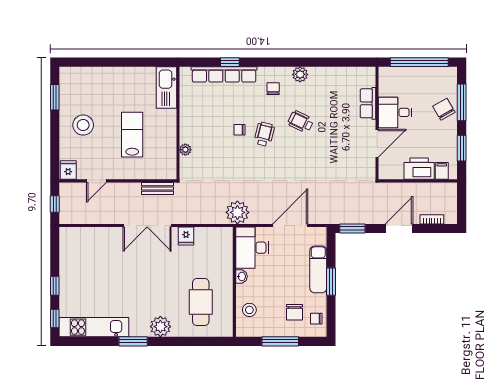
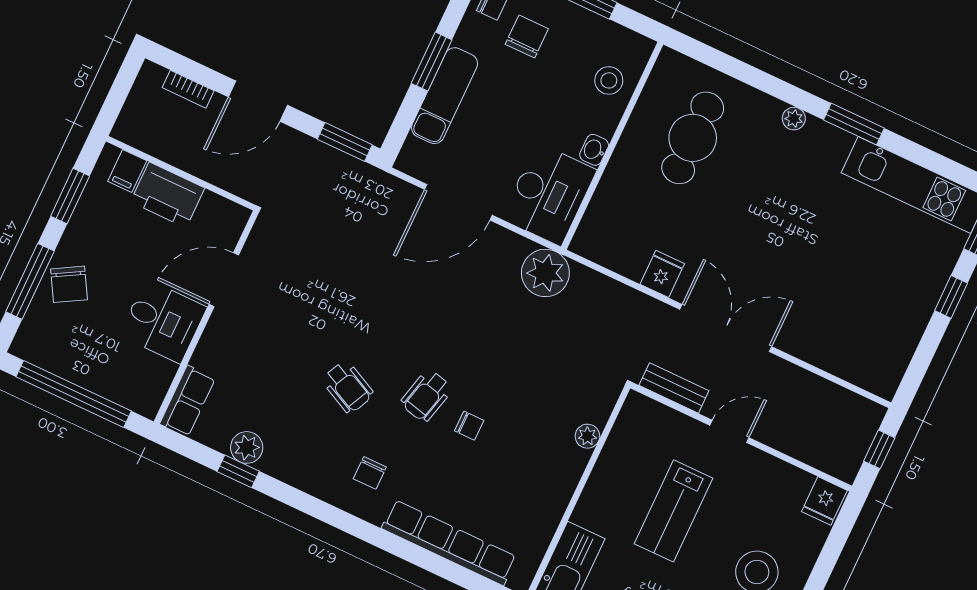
window: (230, 62) -> (238, 471), moved
plant: (300, 74) -> (247, 447), moved
row of seats: (368, 103) -> (188, 401), moved
door: (96, 181) -> (729, 431), moved
plant: (160, 327) -> (794, 119), width x0.53, depth x0.53

